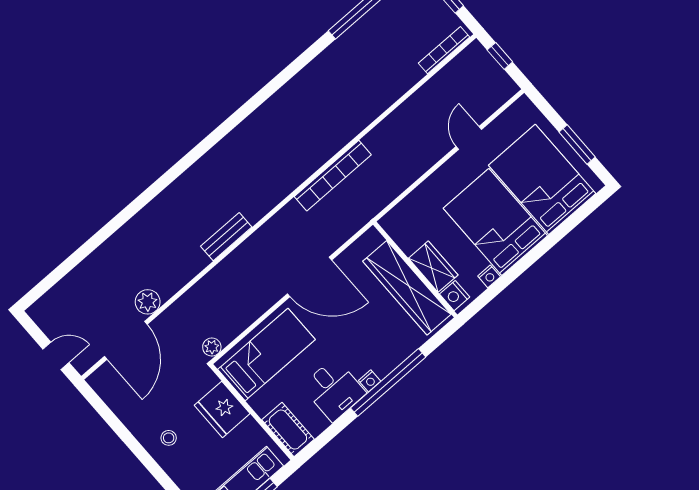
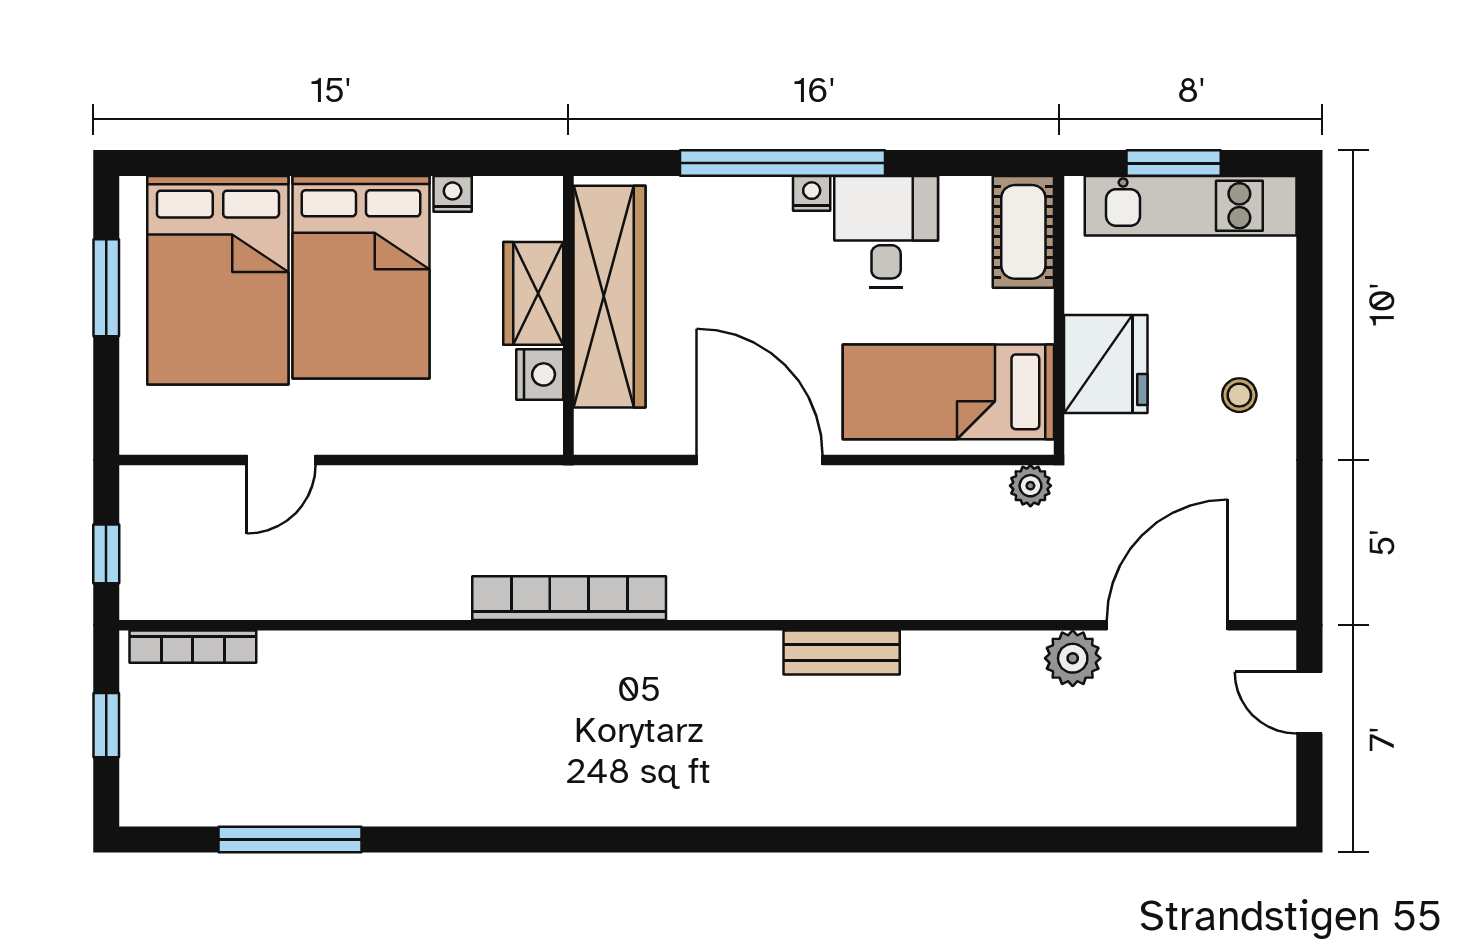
nightstand: (455, 296) -> (540, 374), moved

